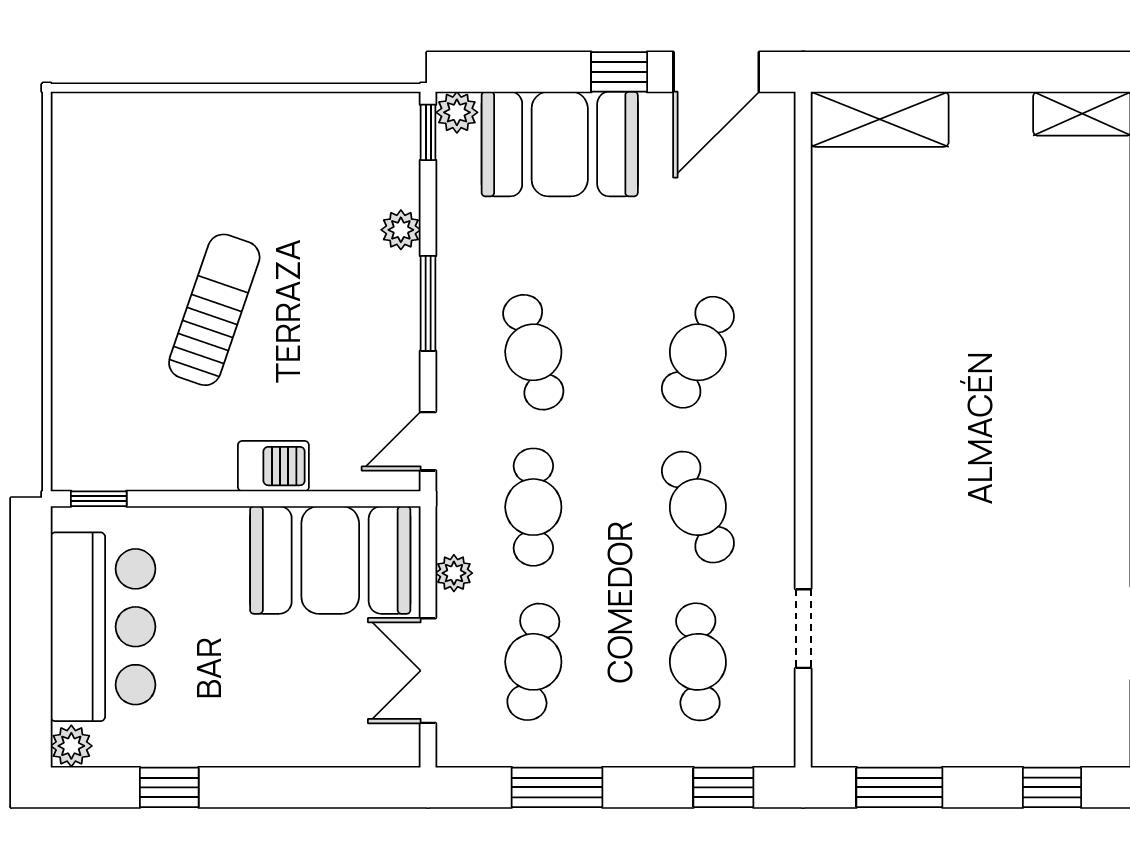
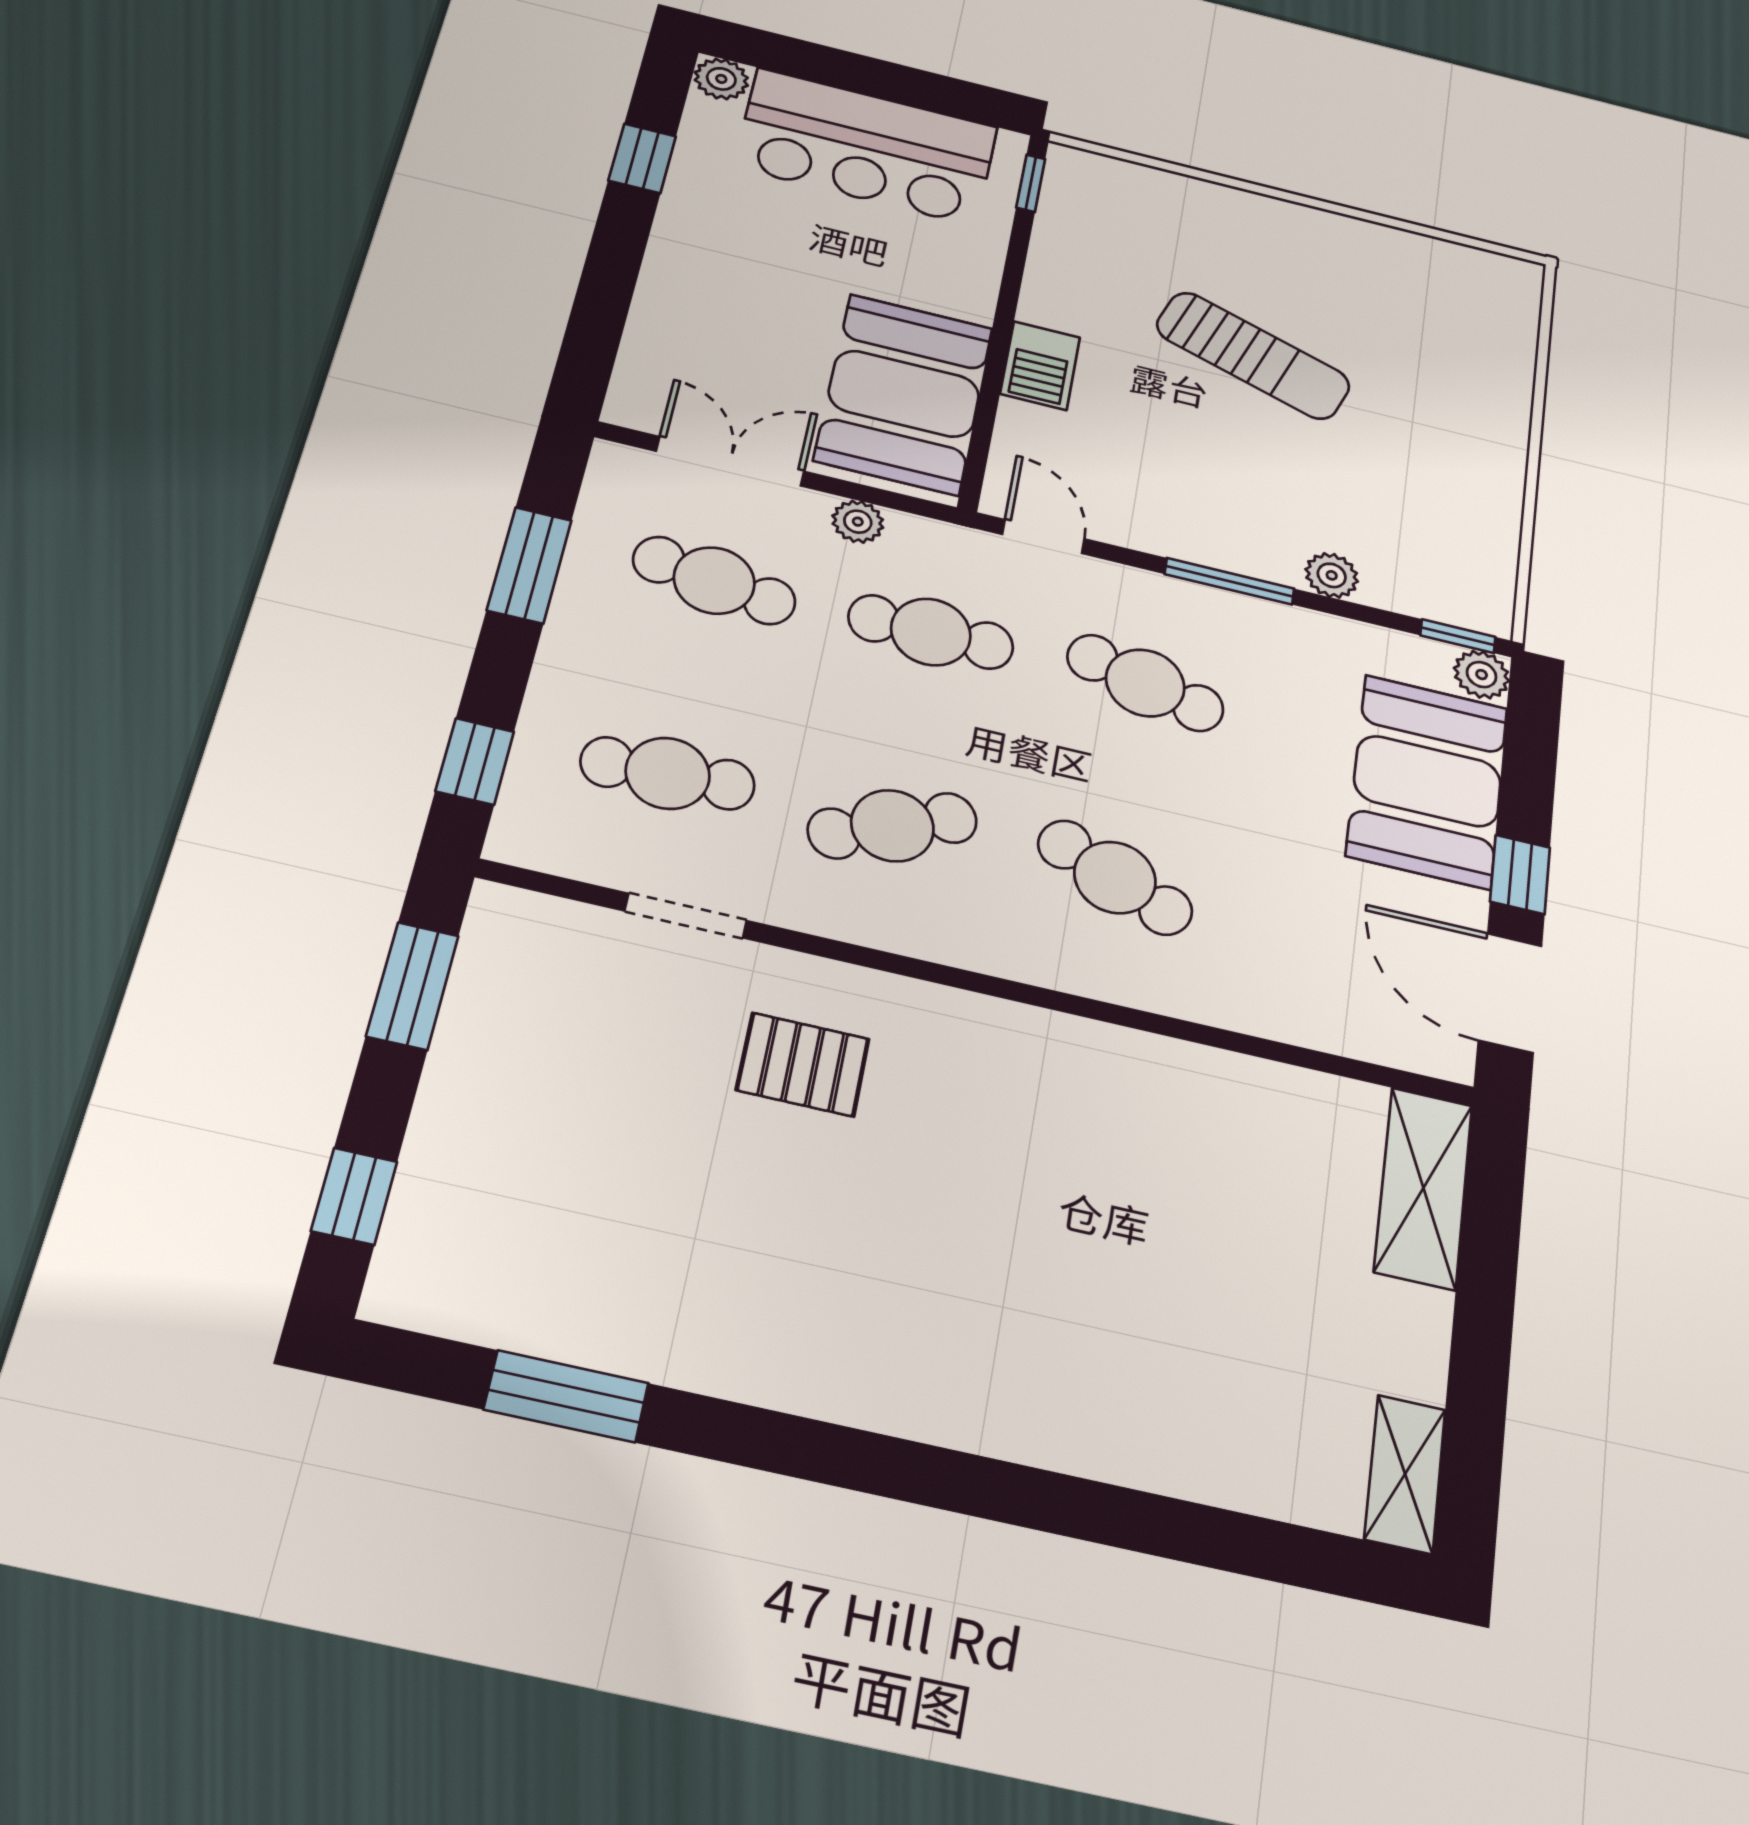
cafe table: (533, 352) -> (1145, 683), turned 30
pallet: (892, 534) -> (803, 1064), added

